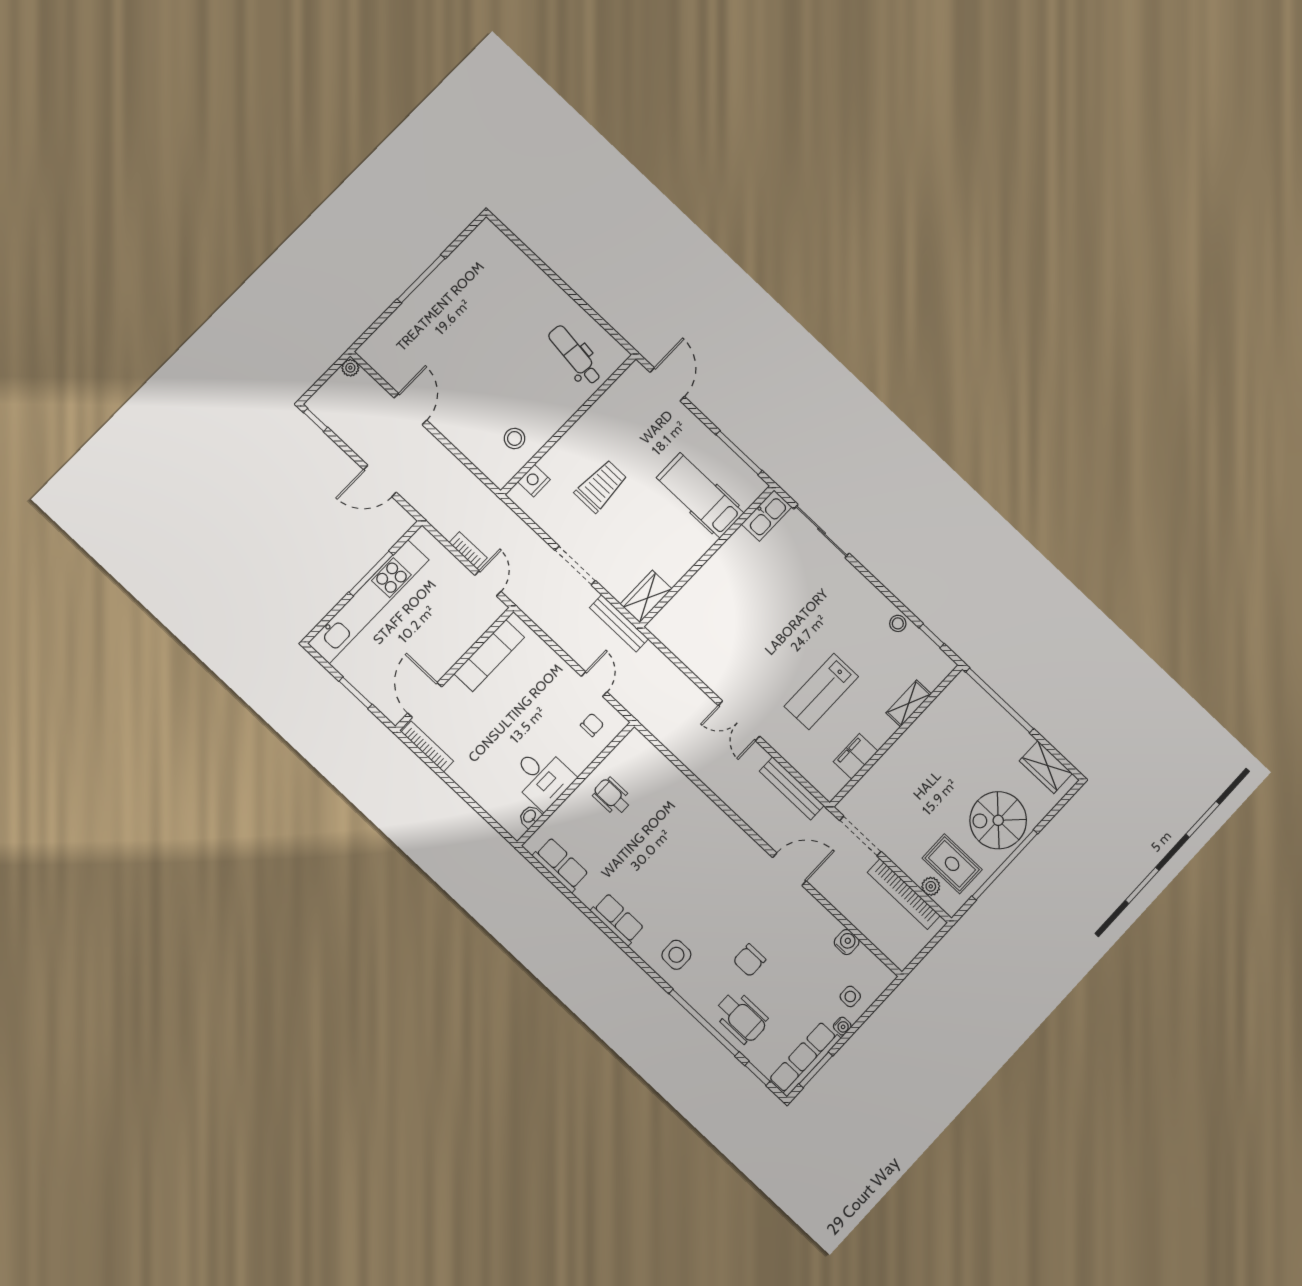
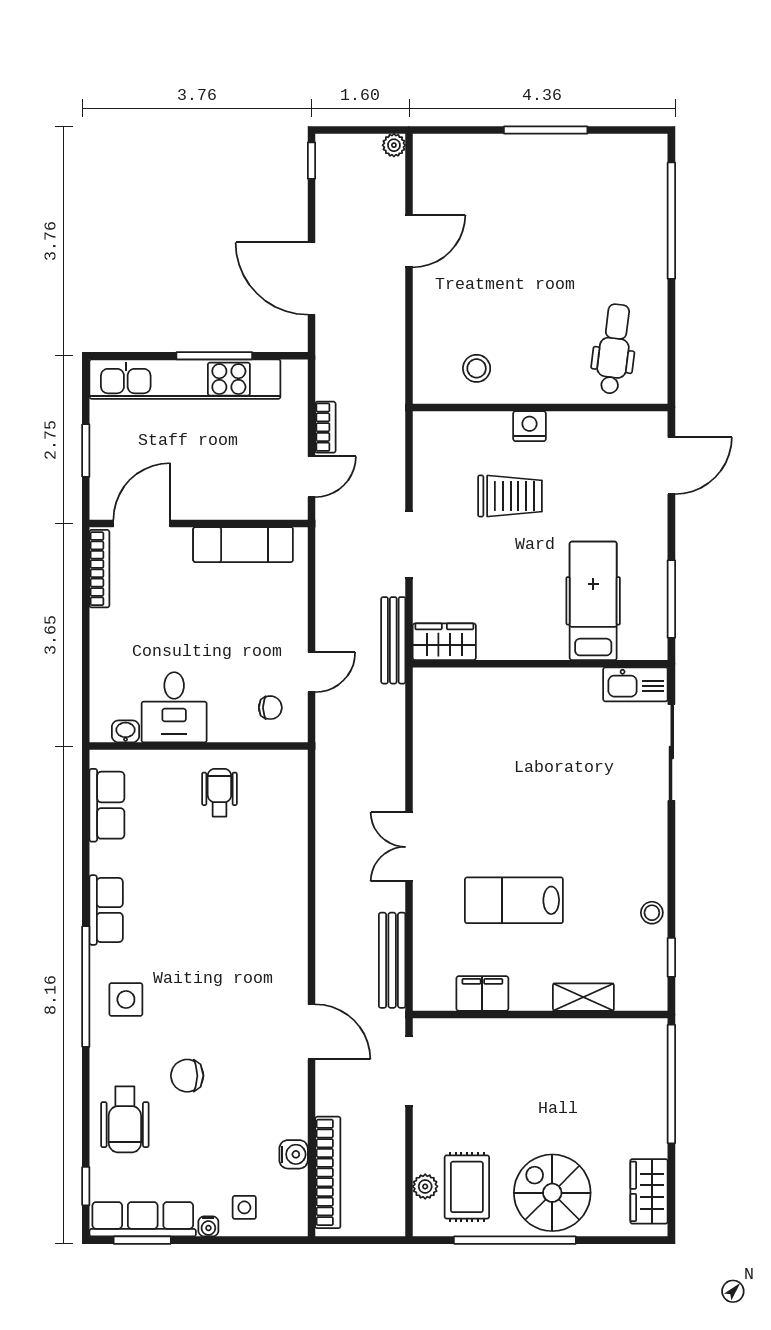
window: (535, 259) -> (671, 221), added
door: (380, 481) -> (311, 279), width x1.36
nightstand: (534, 481) -> (530, 426), moved
bookcase: (904, 894) -> (328, 1172), moved, turned 180
window: (704, 1023) -> (86, 987), moved

